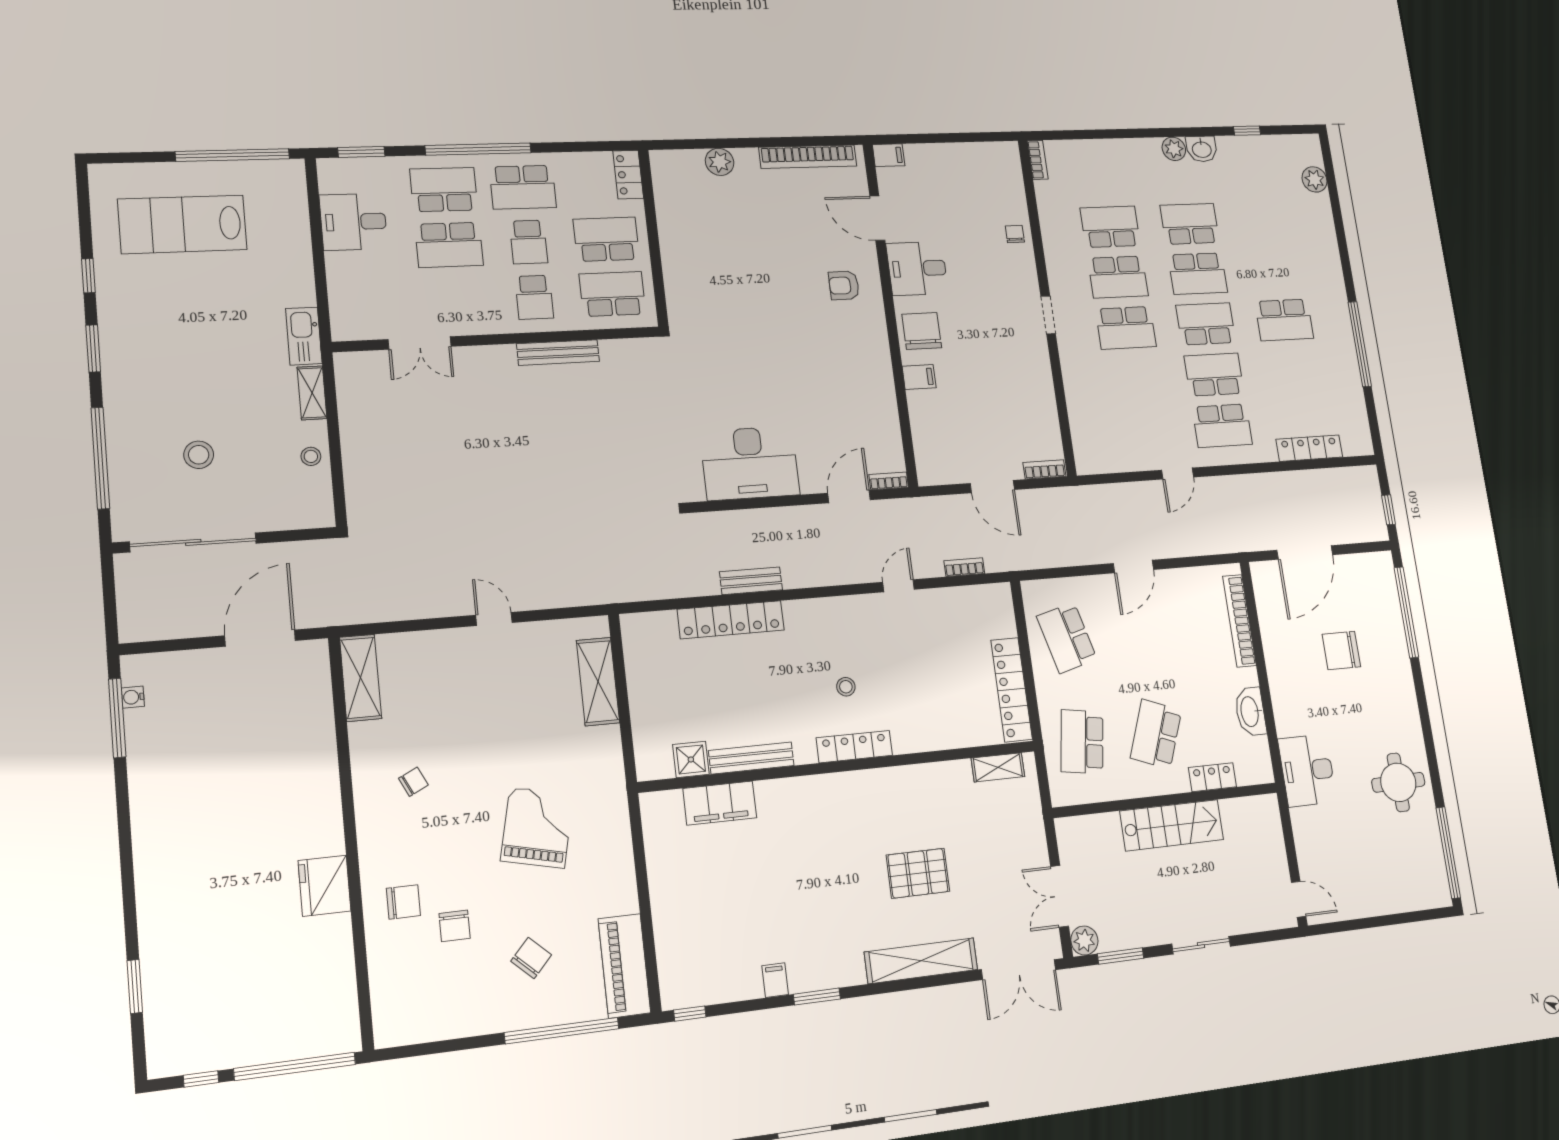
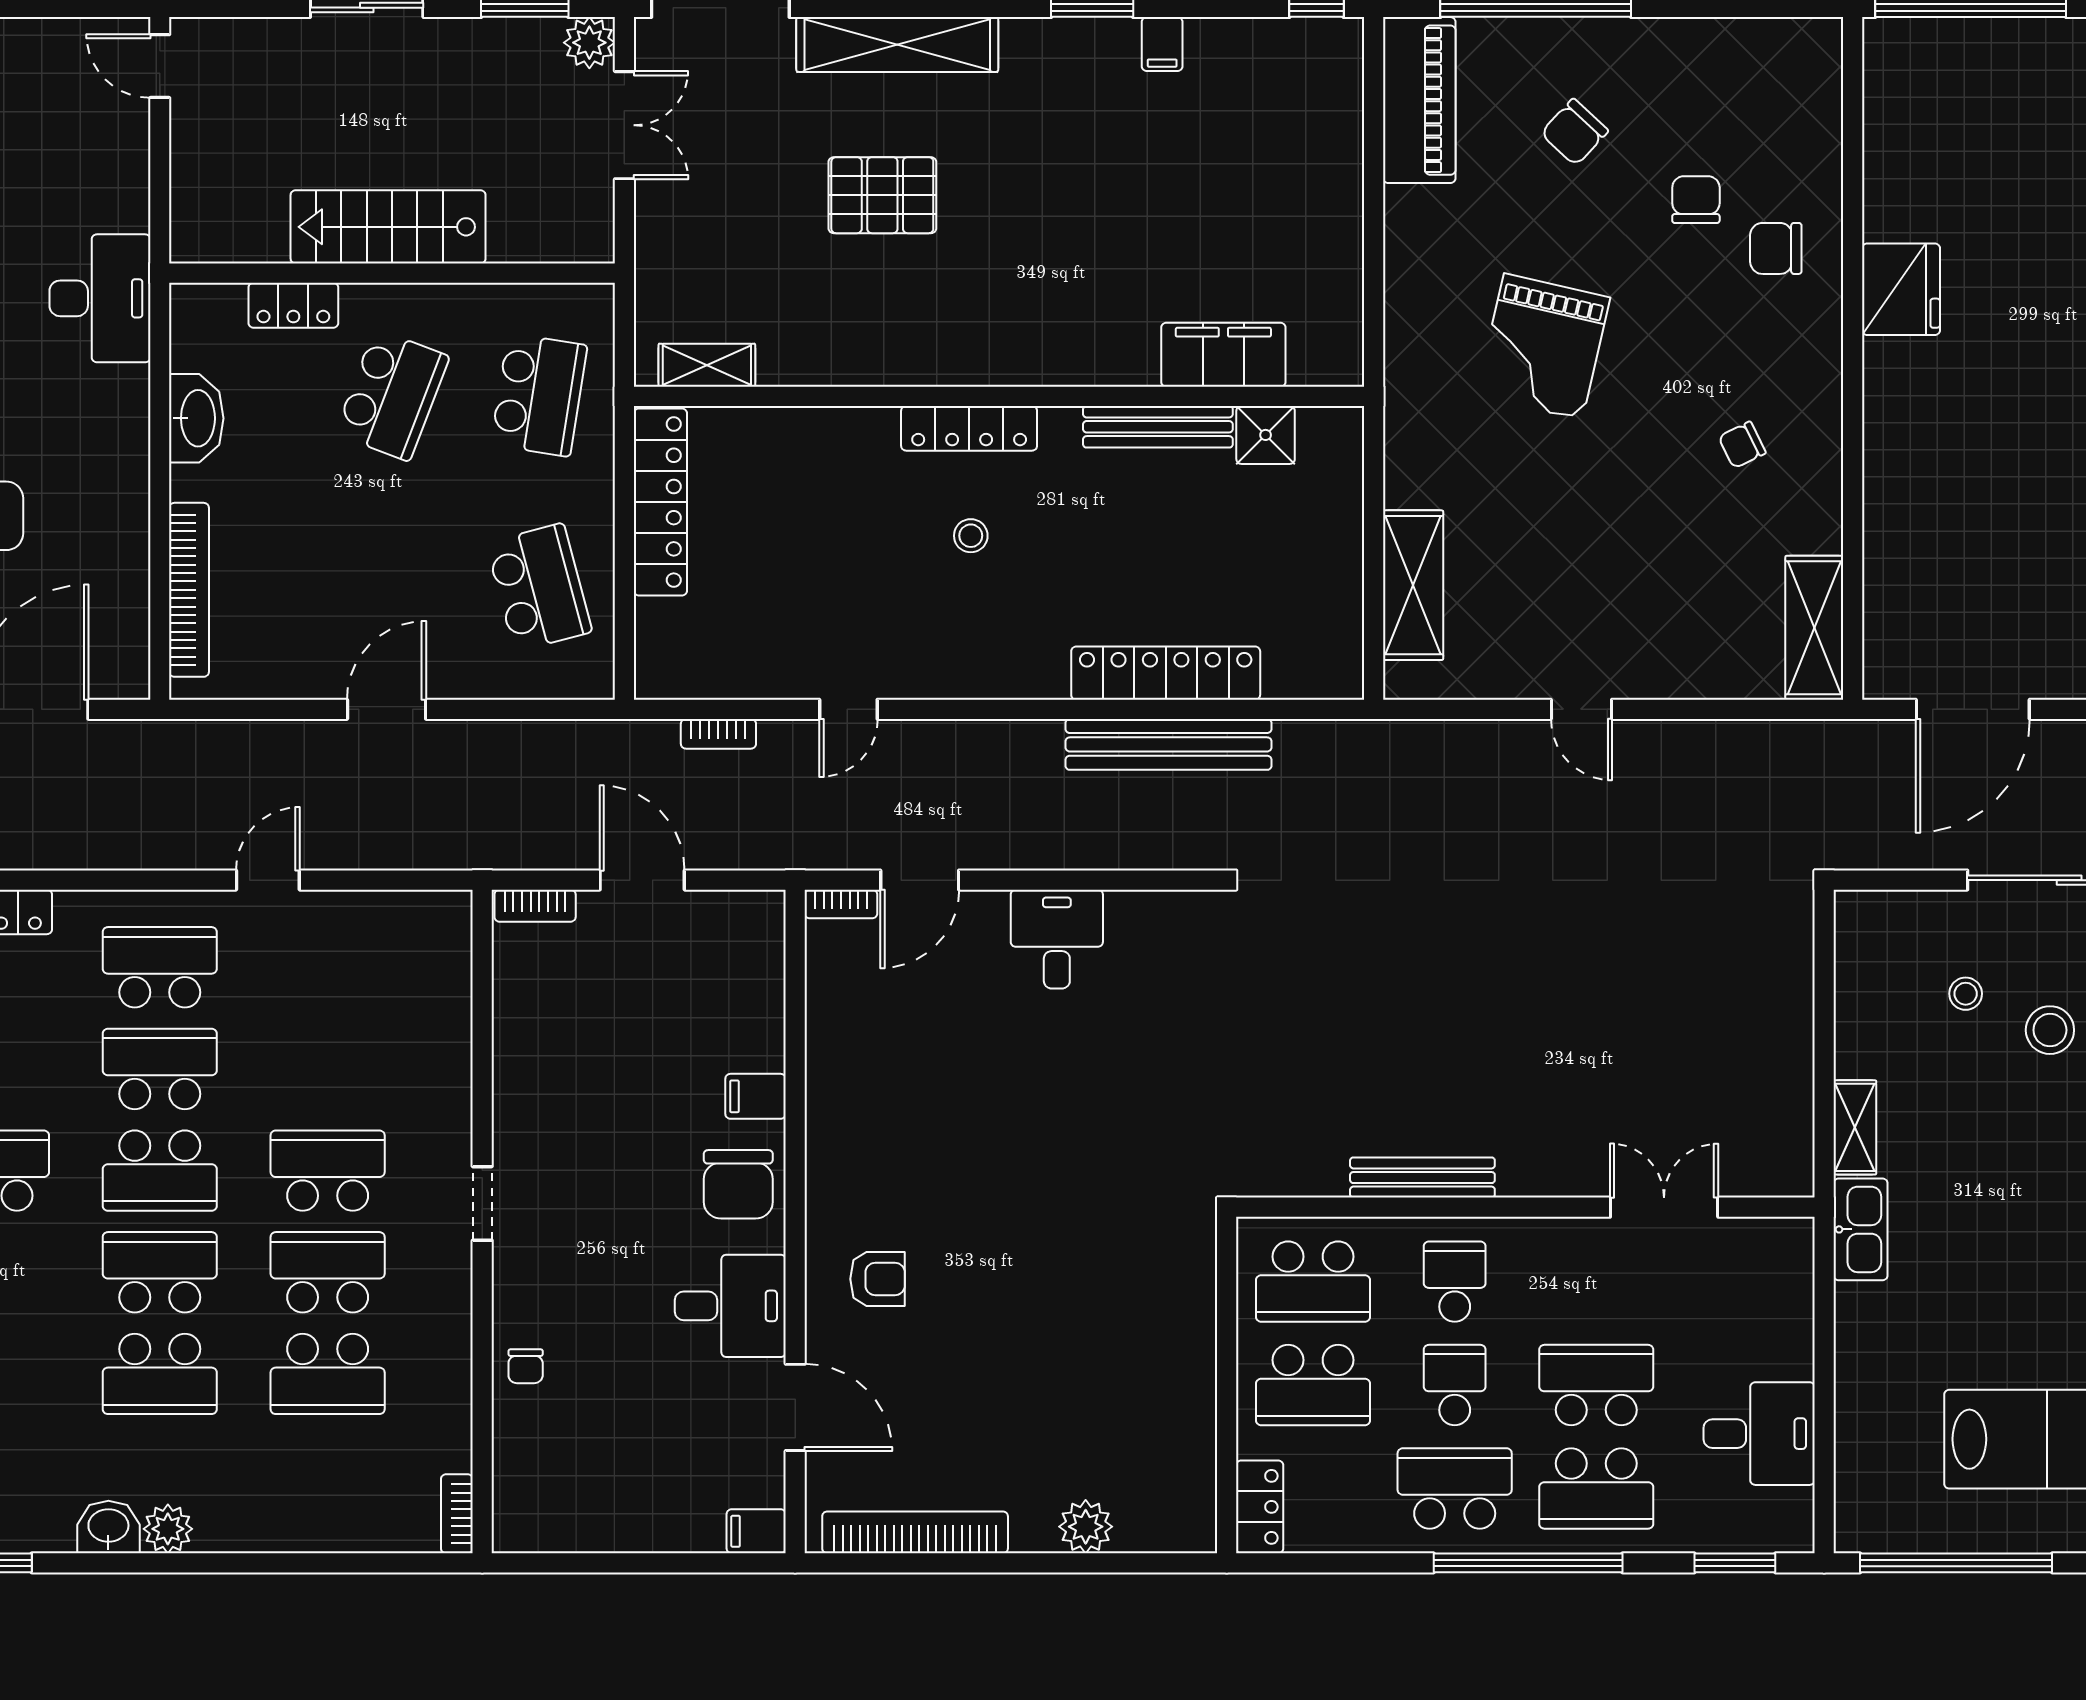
school desk: (1214, 375) -> (160, 1069), turned 180
stool: (311, 456) -> (1966, 994), moved
desk: (750, 463) -> (1057, 939), width x0.53, depth x0.77
bench: (751, 581) -> (1168, 744), width x1.86, depth x1.21

